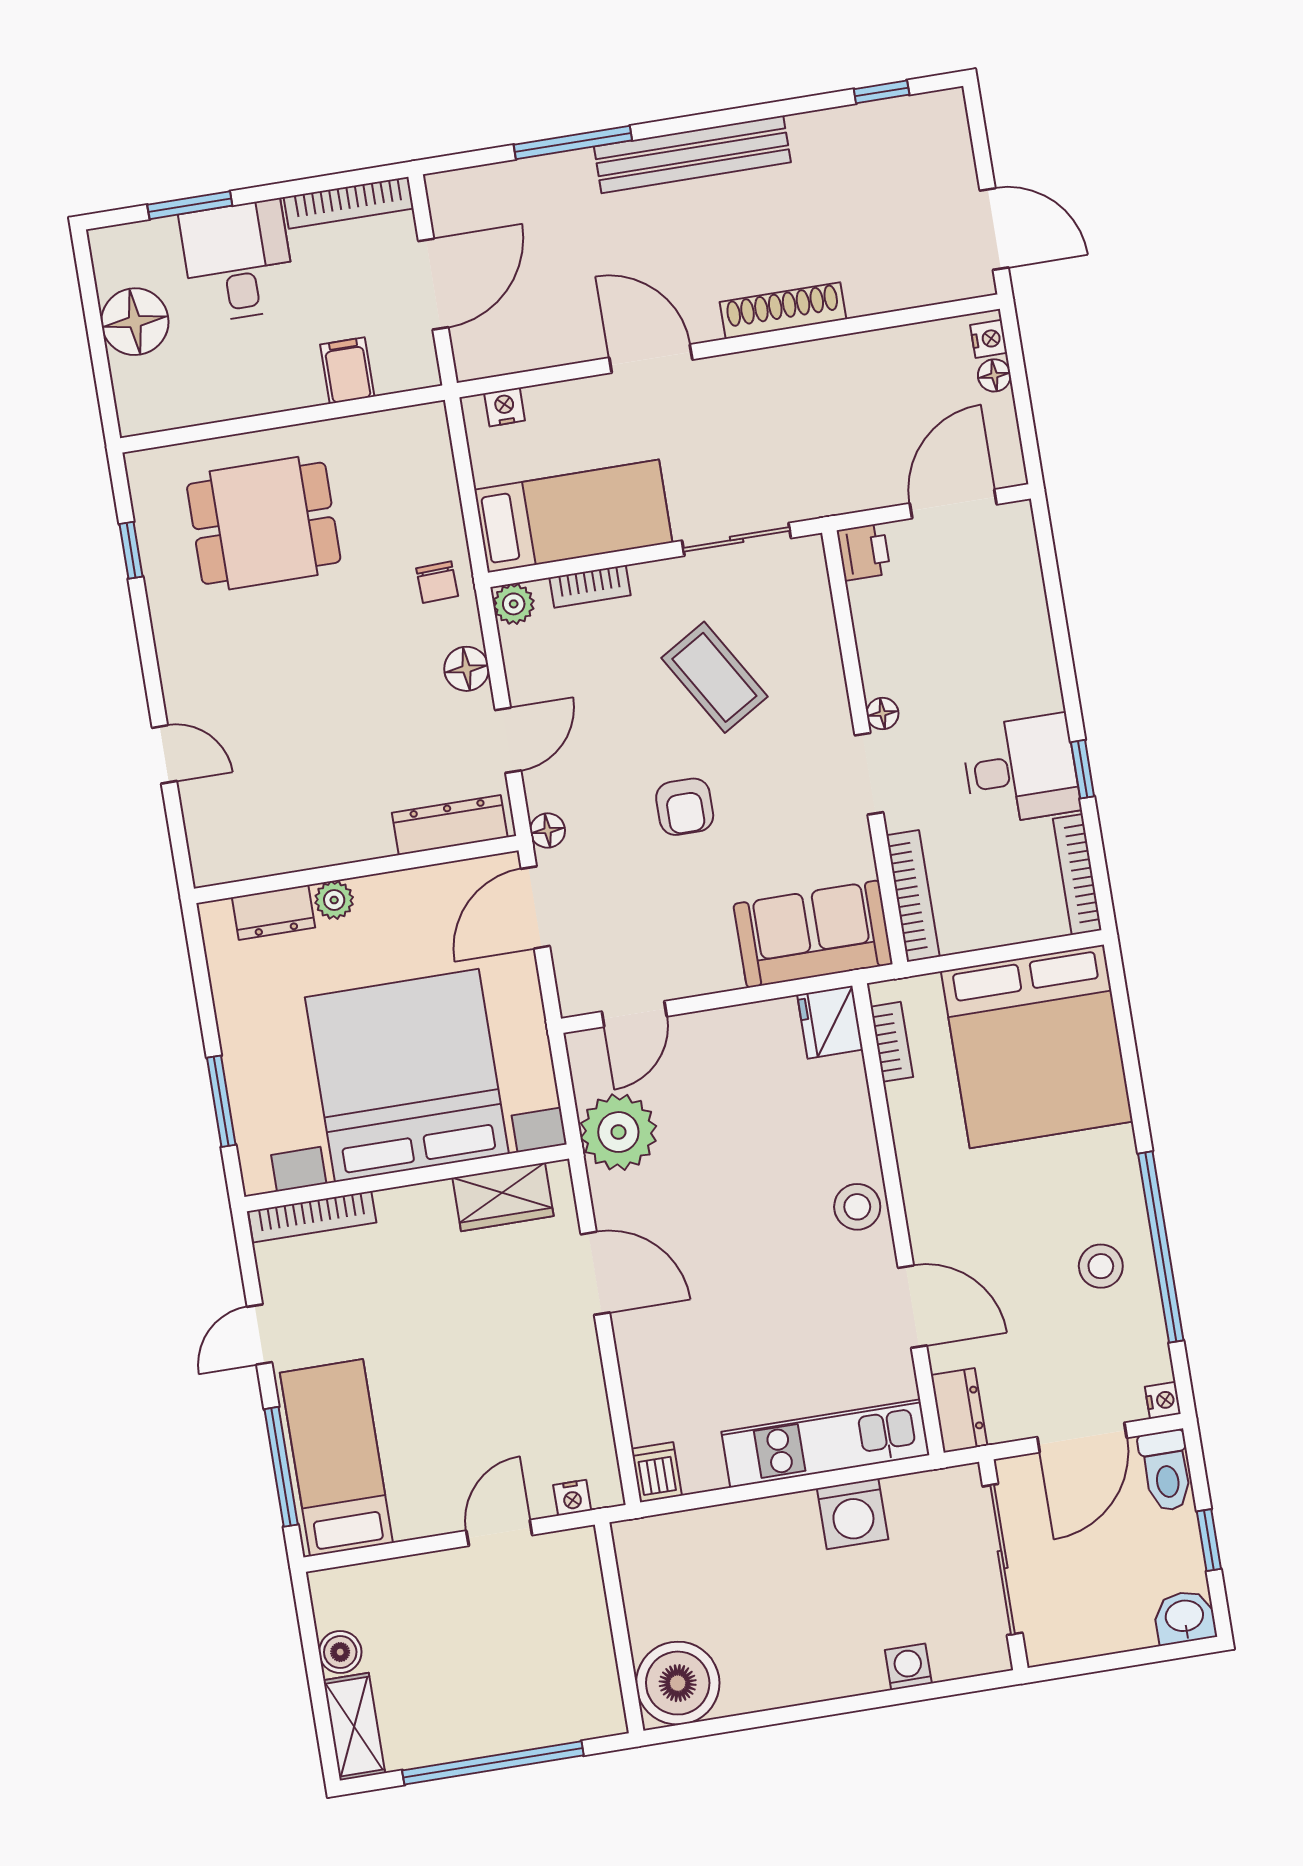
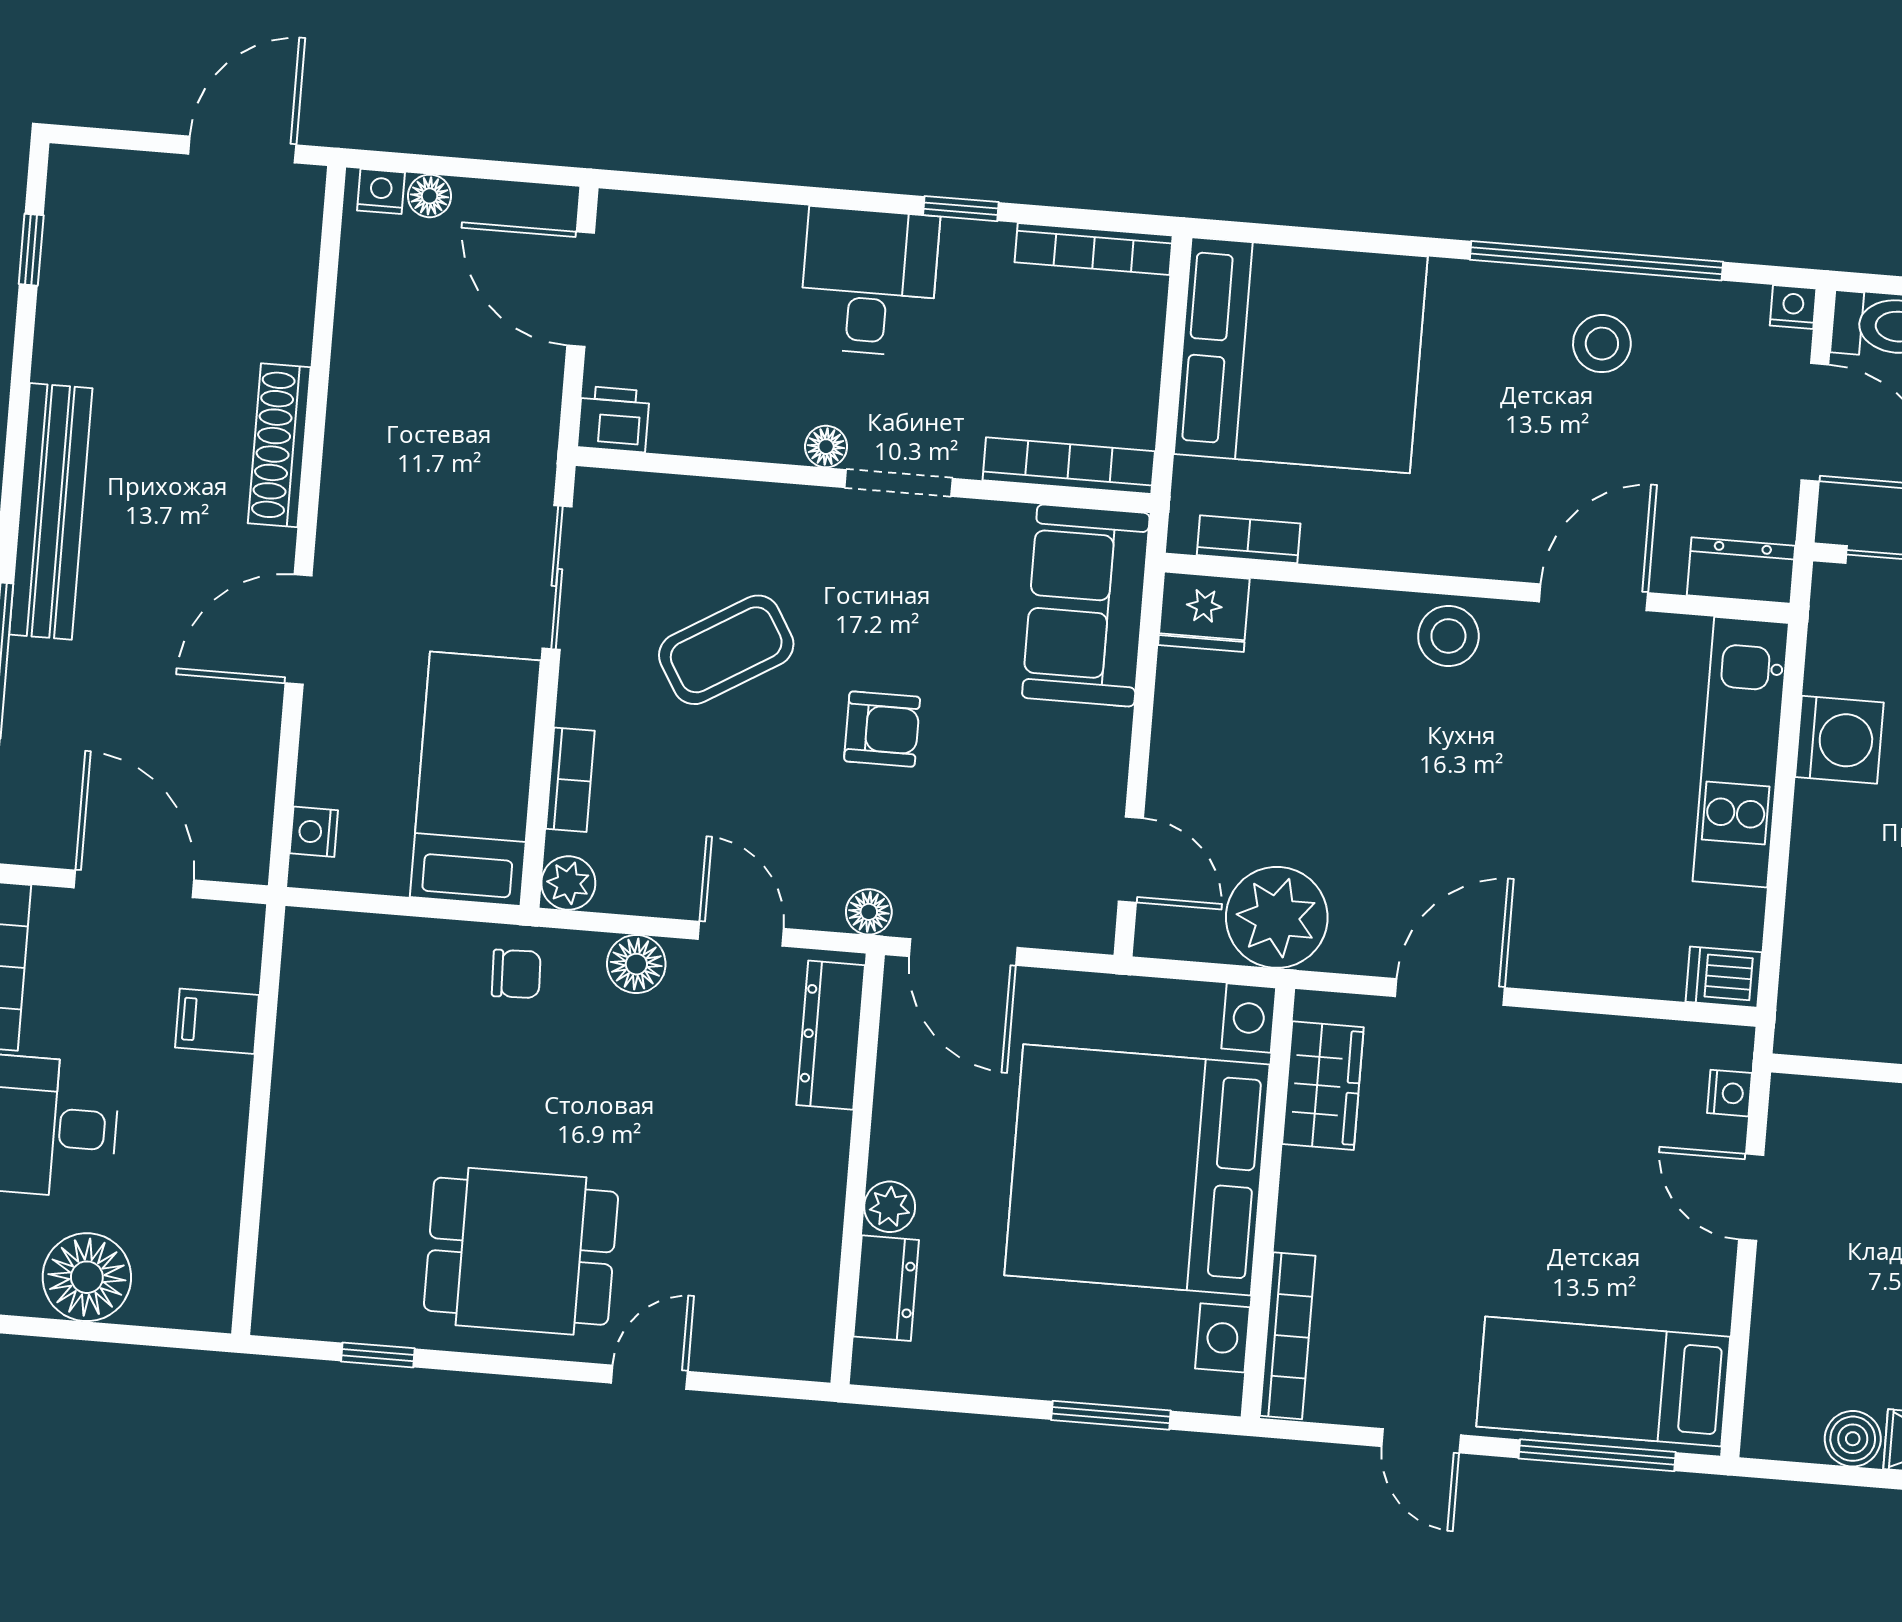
dining table: (264, 523) -> (521, 1251), moved, turned 90
desk: (1021, 769) -> (869, 282), moved

